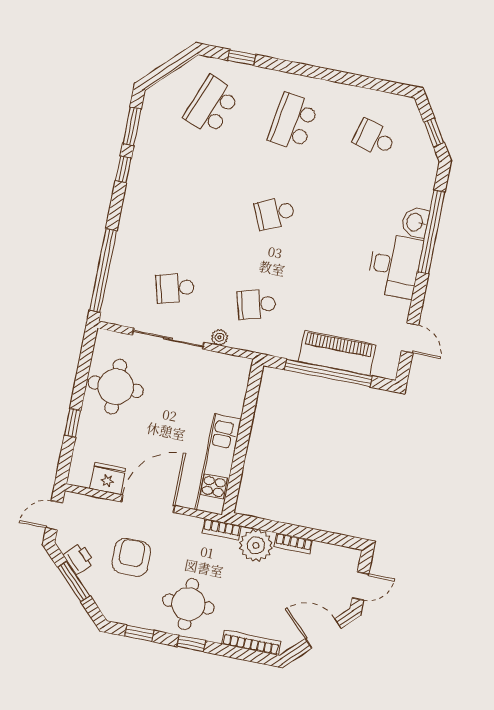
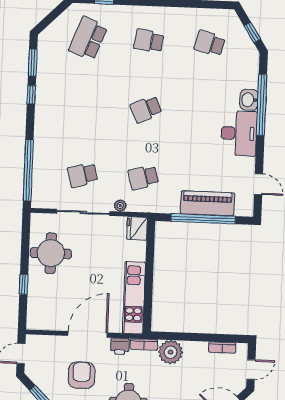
school desk: (293, 122) -> (149, 41), width x0.54
fridge: (108, 479) -> (137, 228), moved, turned -90
bookcase: (293, 544) -> (222, 347), moved
printer: (79, 559) -> (120, 346), moved, turned 135

